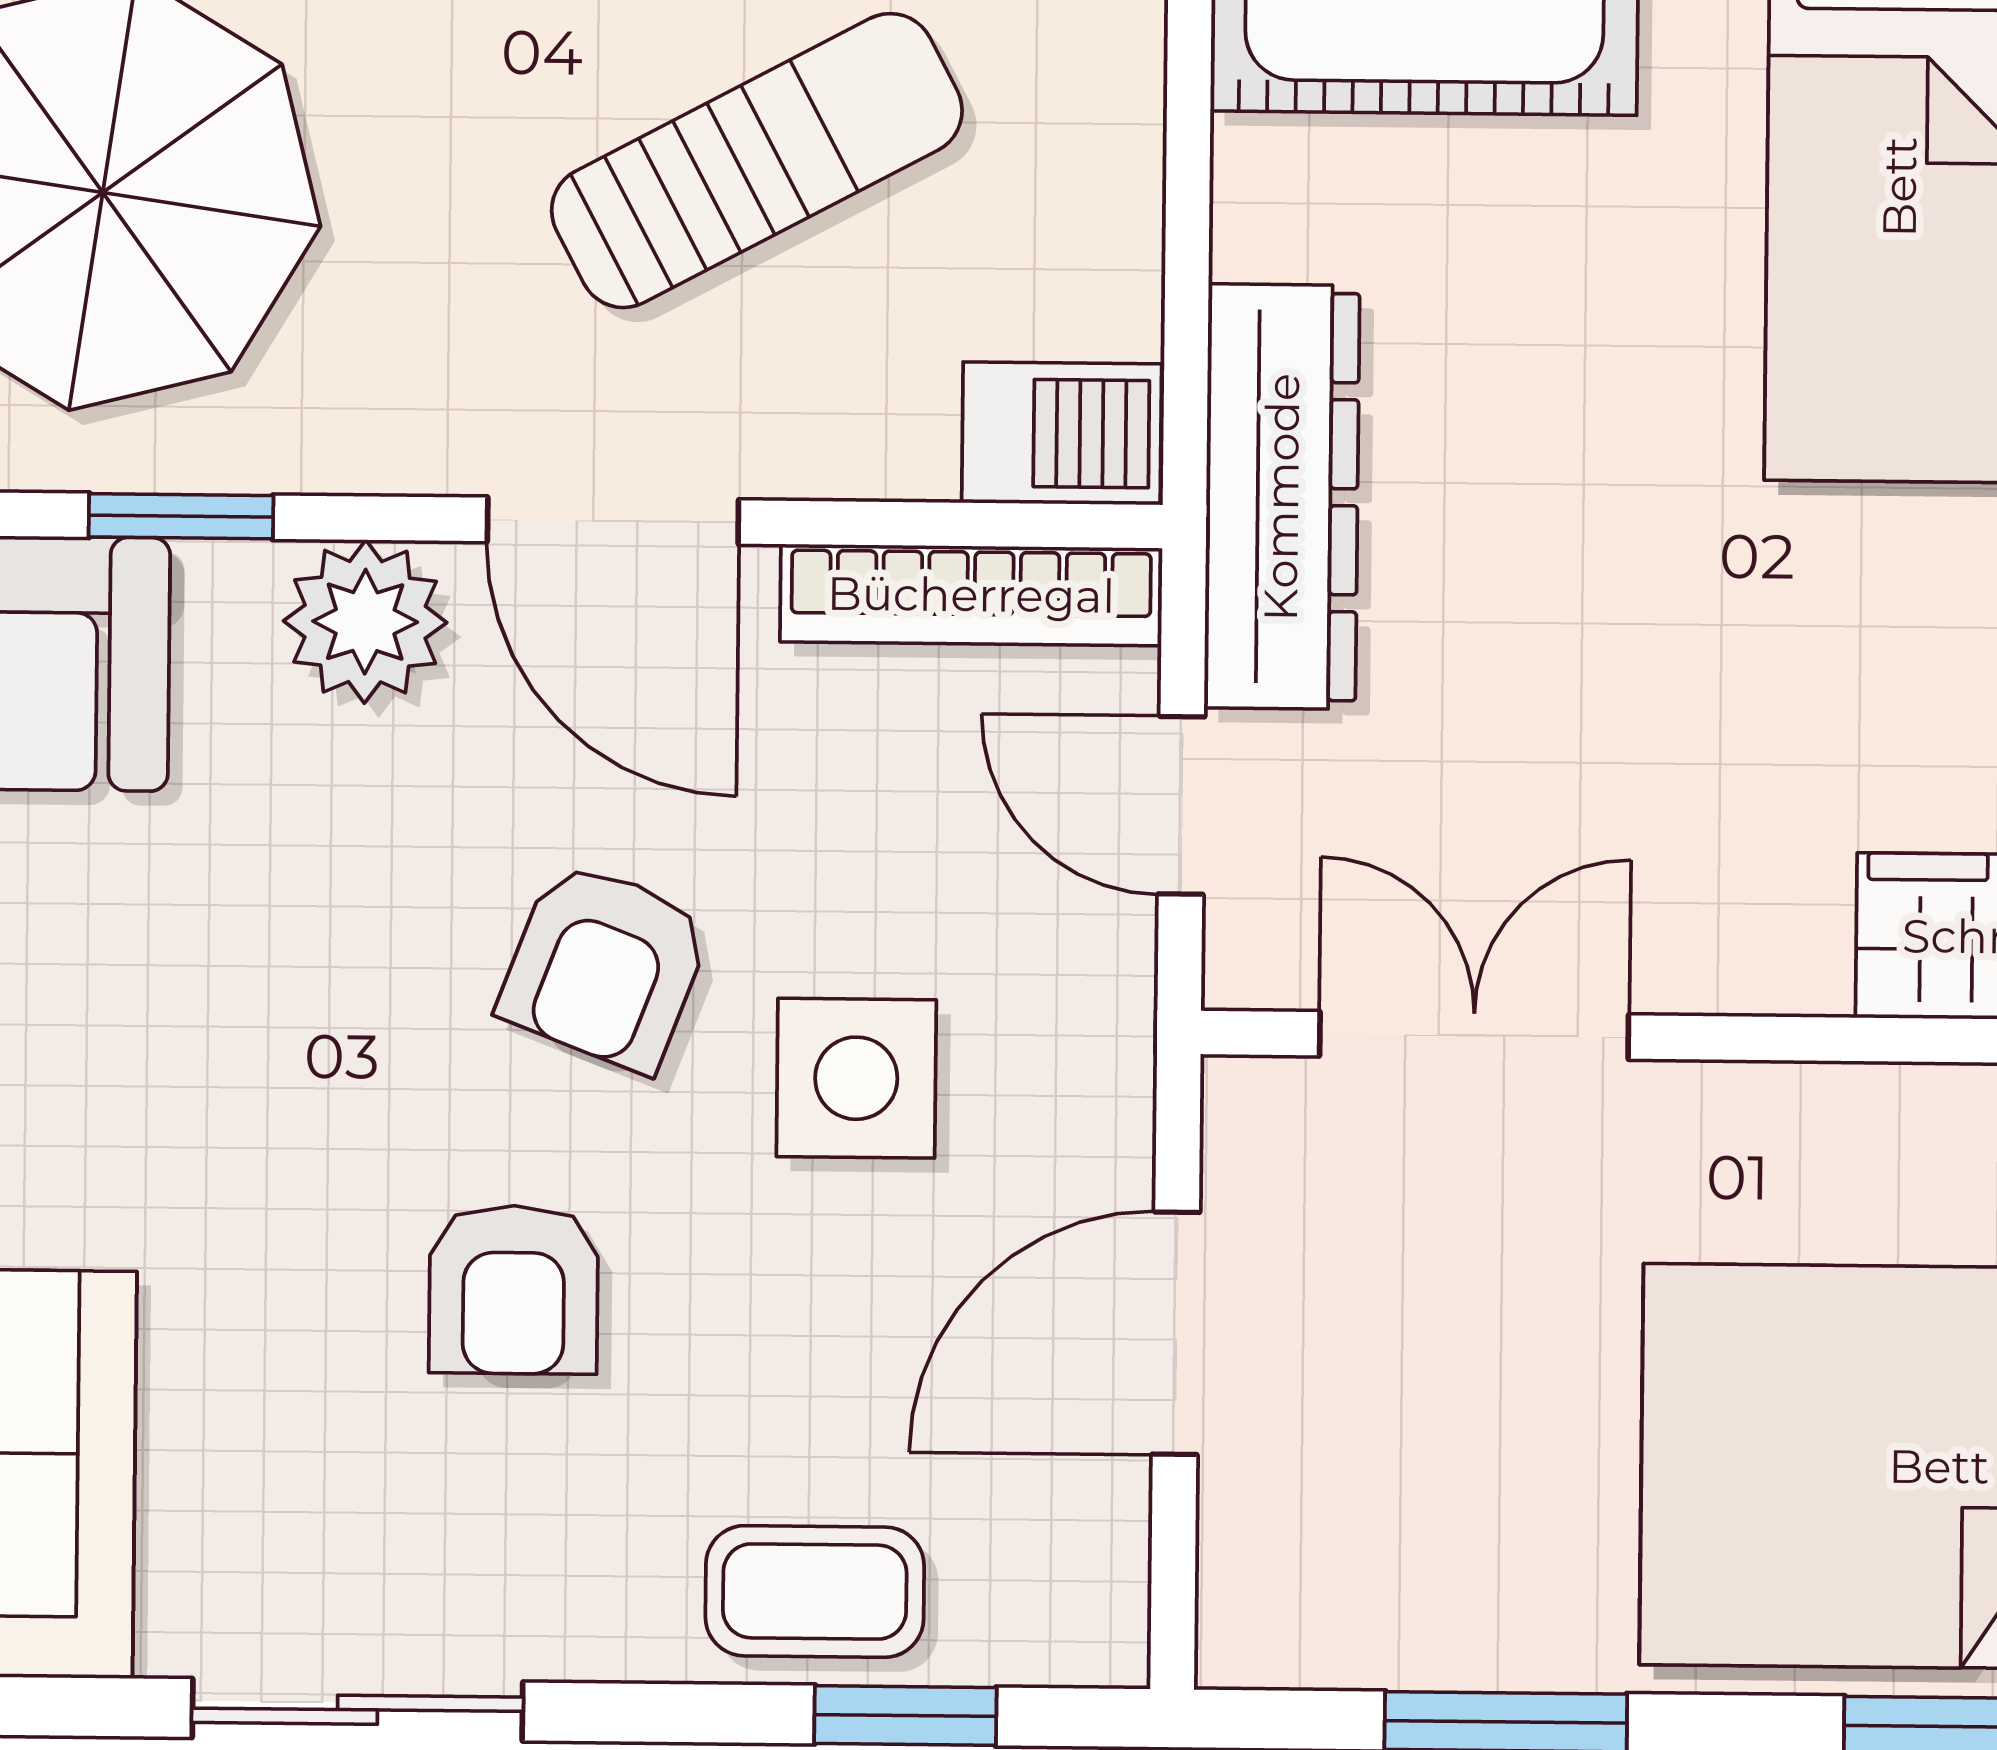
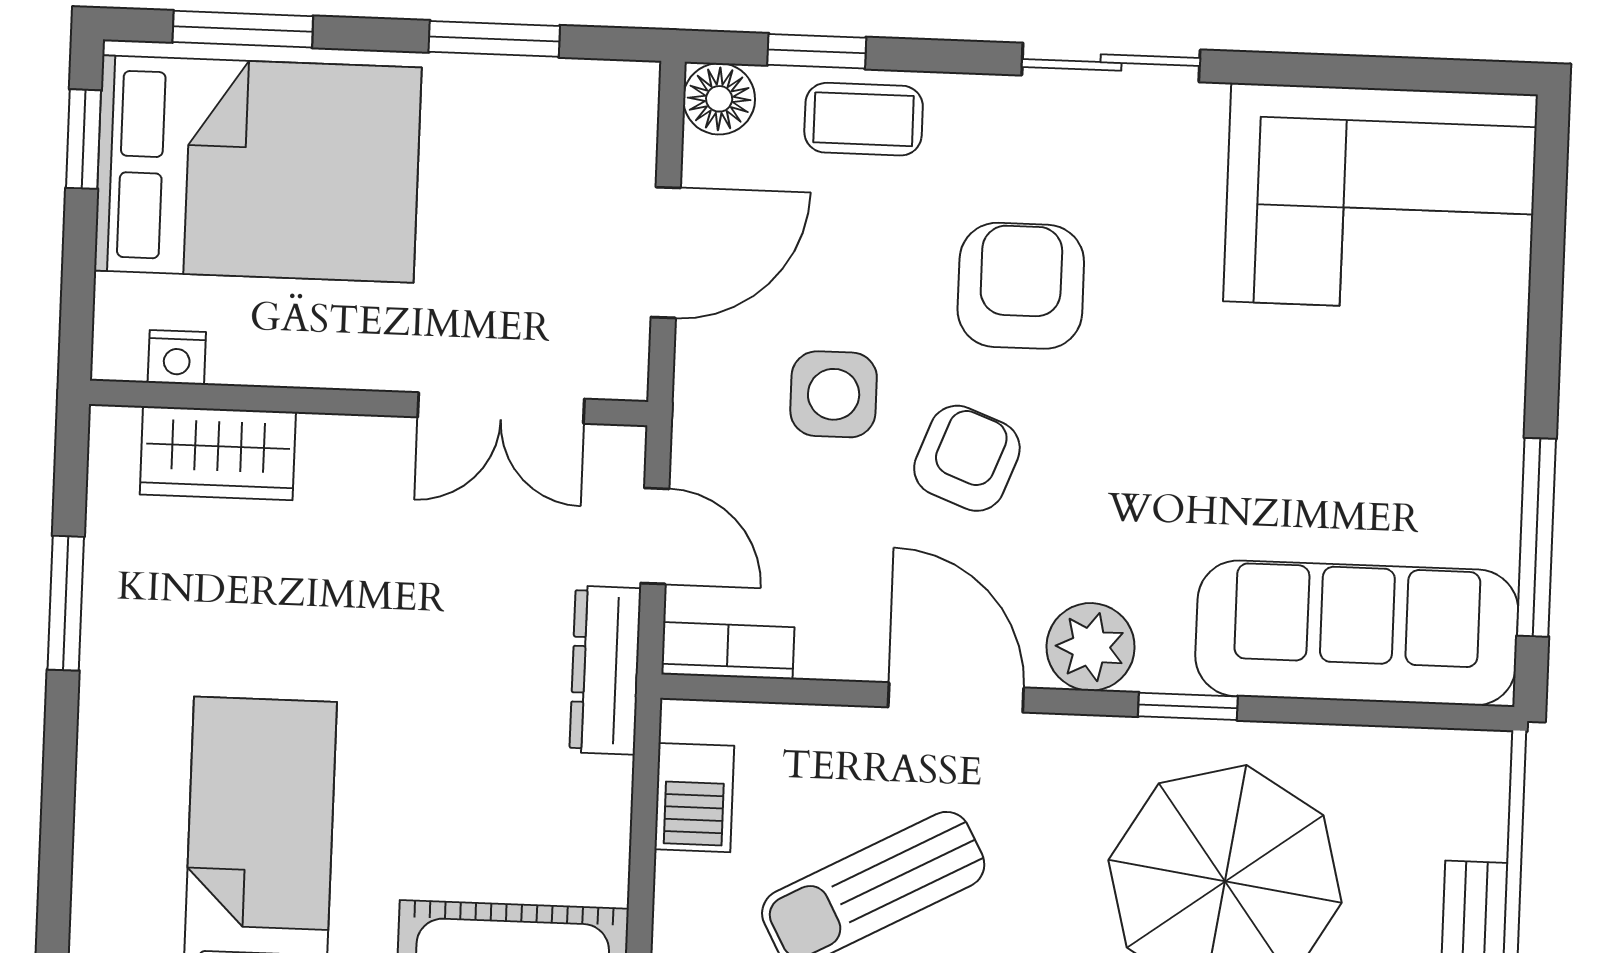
barbecue: (1062, 433) -> (694, 798), moved, turned -90
dresser: (1282, 497) -> (605, 670), width x0.73, depth x0.80
bookcase: (971, 595) -> (728, 651), width x0.64
armchair: (514, 1290) -> (1021, 286), width x1.38, depth x1.38
floor lamp: (1084, 1622) -> (719, 99), added

